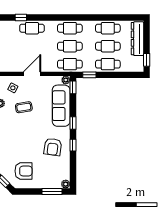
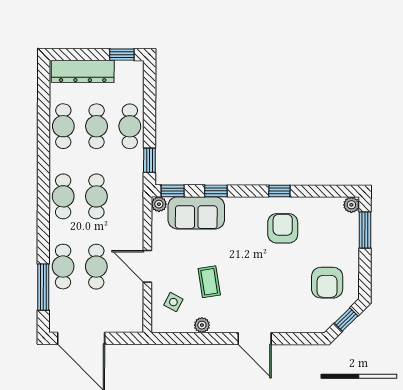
window: (21, 18) -> (43, 287), width x2.17
cafe table: (70, 64) -> (96, 267), moved
sofa: (61, 106) -> (196, 213), width x0.73
window: (73, 123) -> (216, 191), moved
armchair: (53, 147) -> (283, 228), turned -98
armchair: (23, 171) -> (327, 283), turned 180

